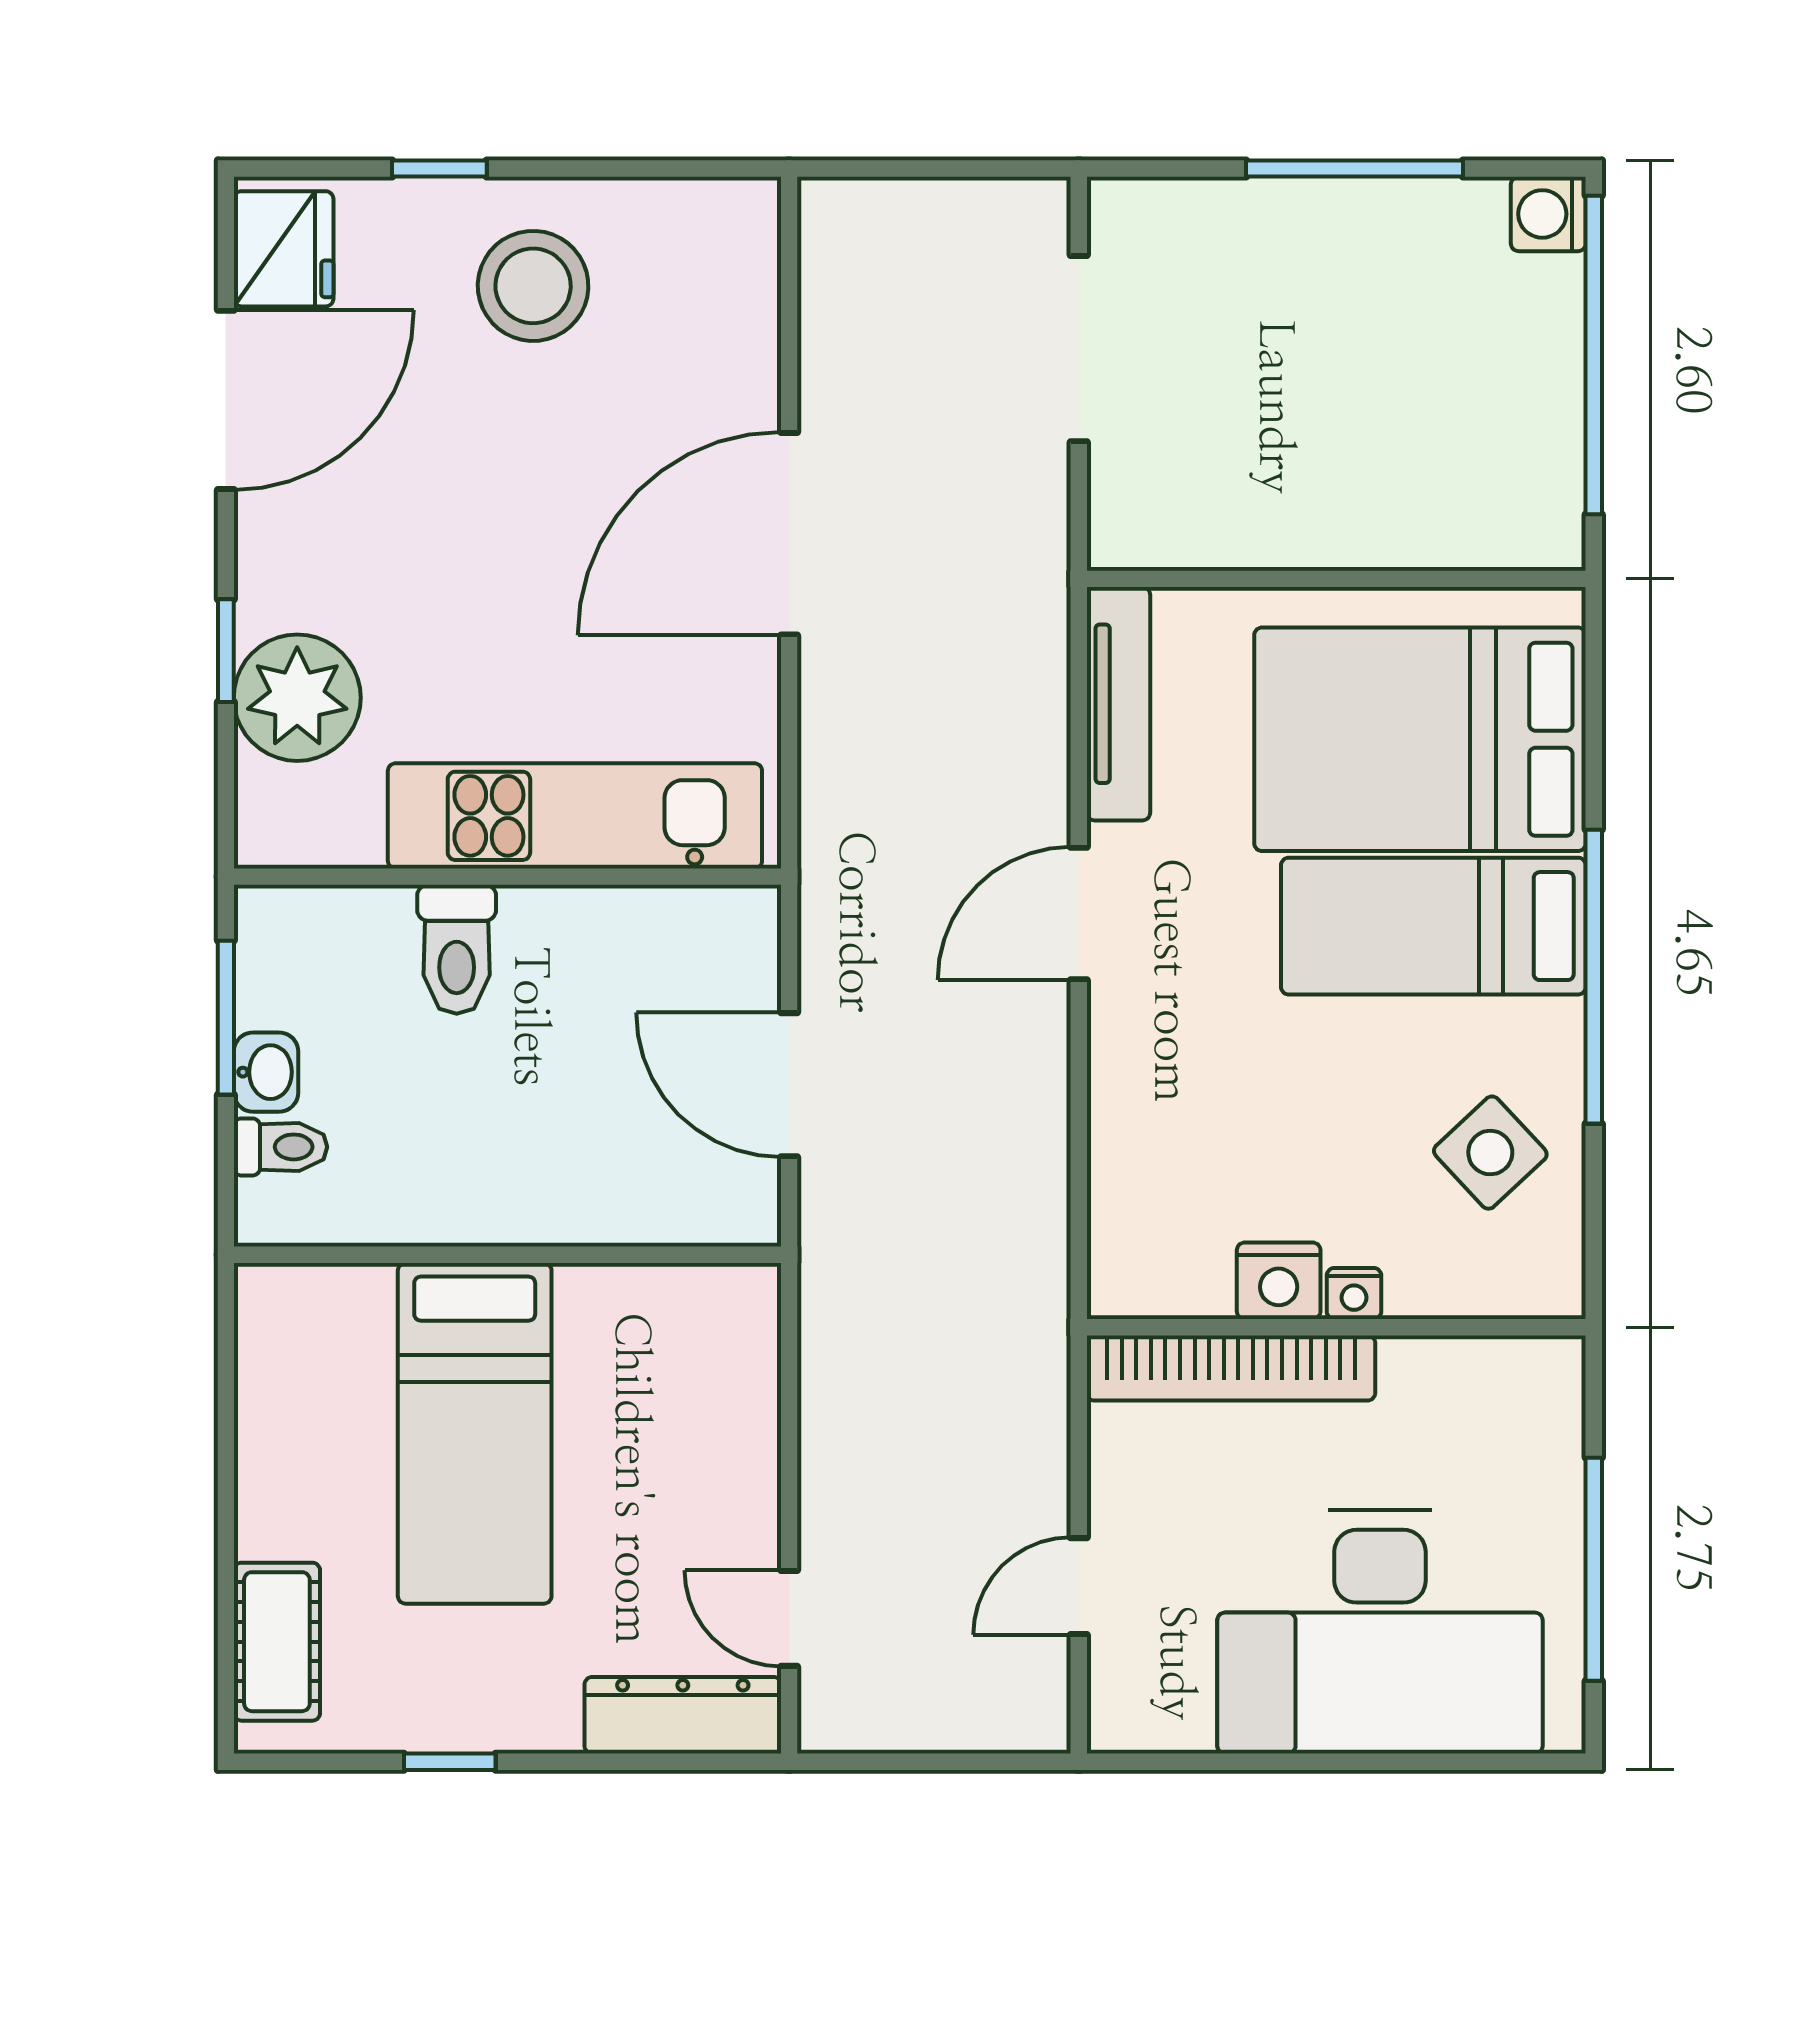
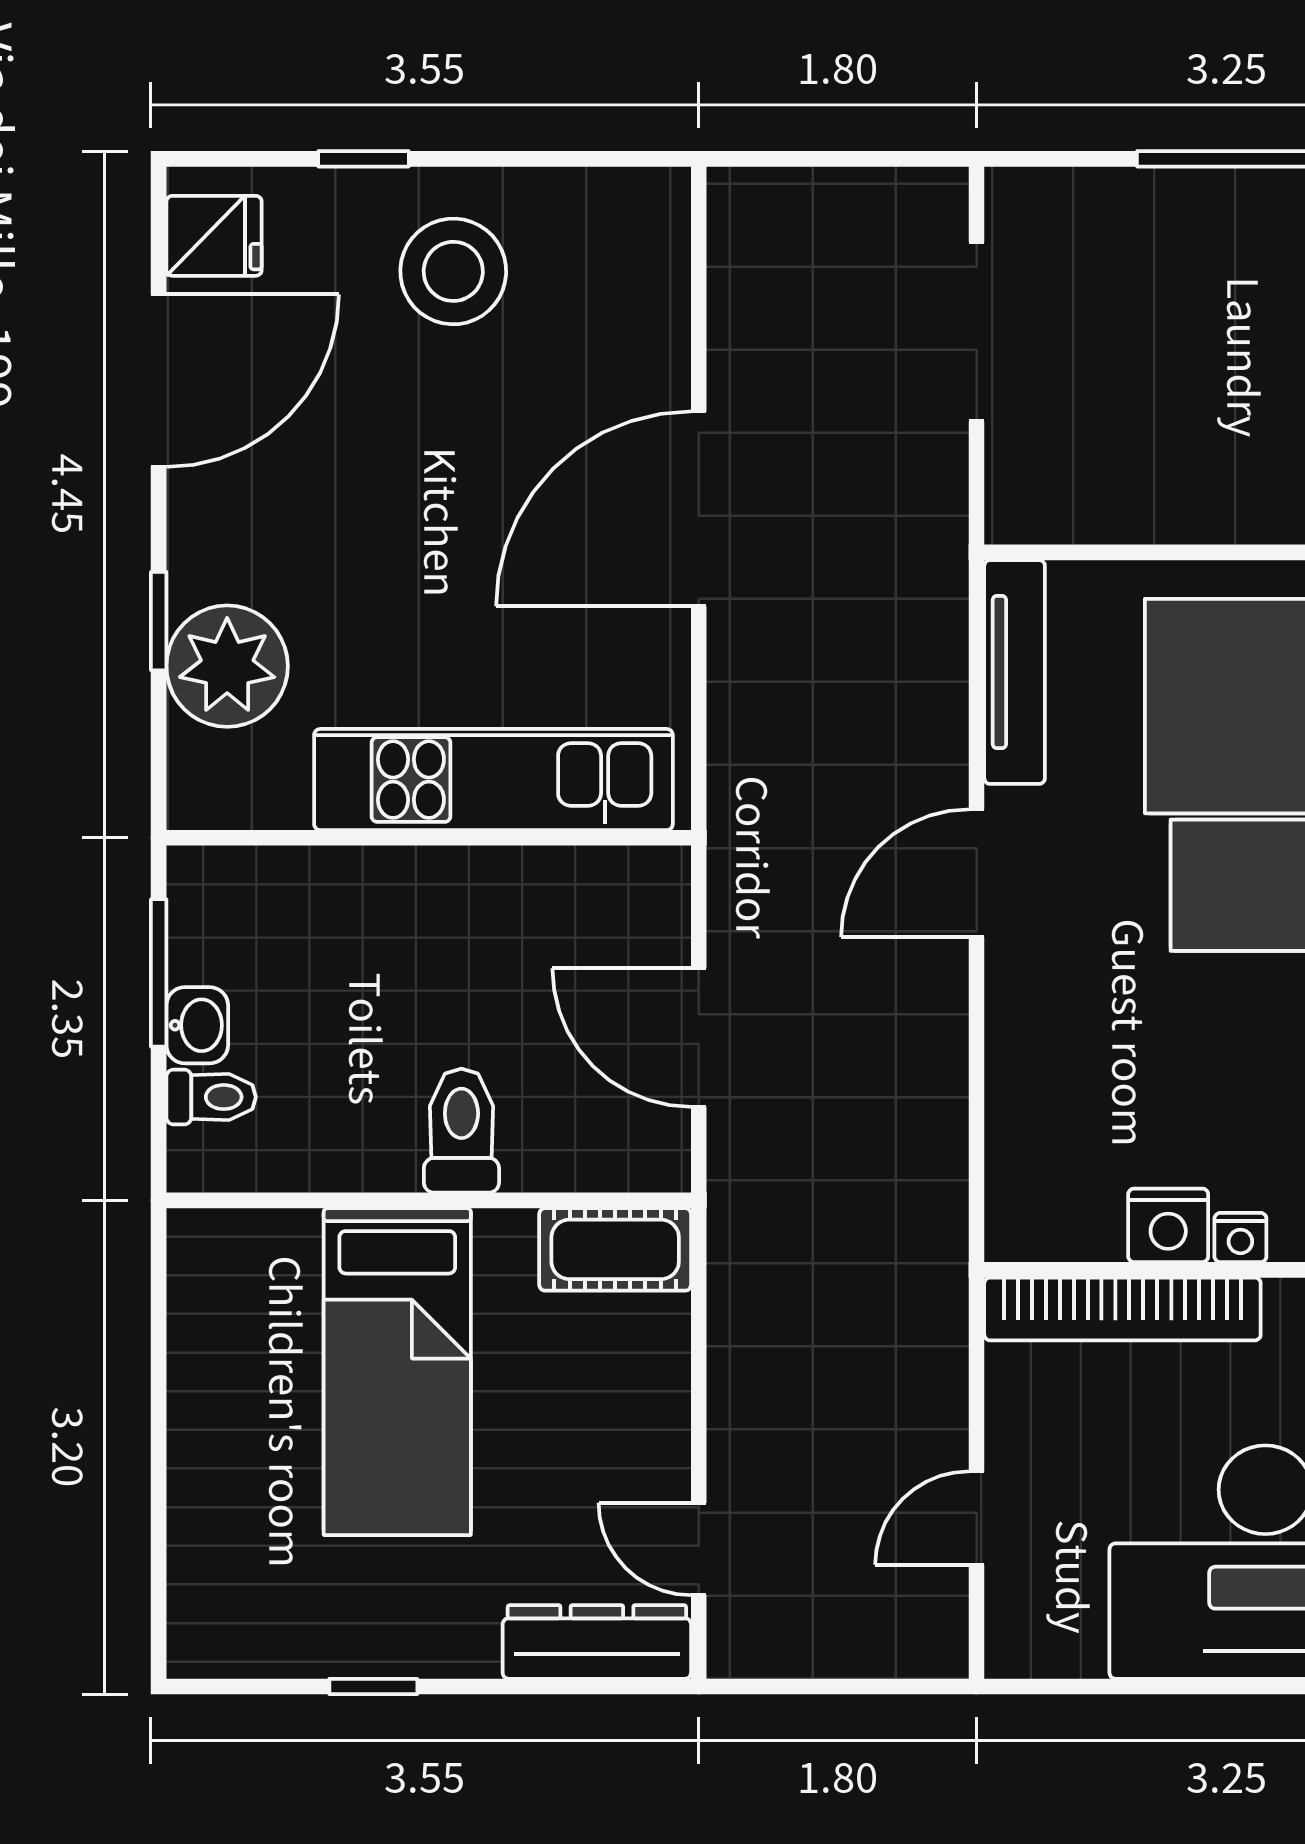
fridge: (284, 249) -> (214, 236), width x0.72
toilet: (457, 949) -> (461, 1131), moved, turned 180
cot: (277, 1642) -> (615, 1249), moved, turned 90

